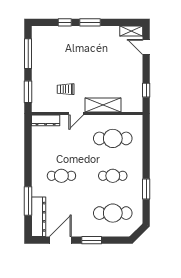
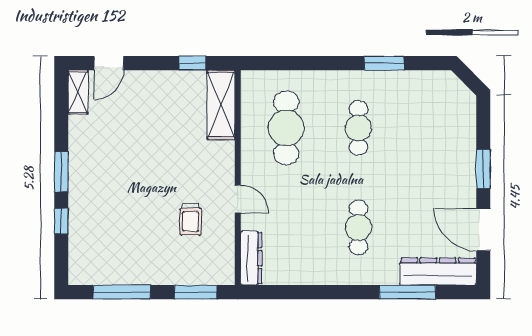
shelving: (103, 105) -> (221, 105), moved
cafe table: (113, 213) -> (431, 128), removed

